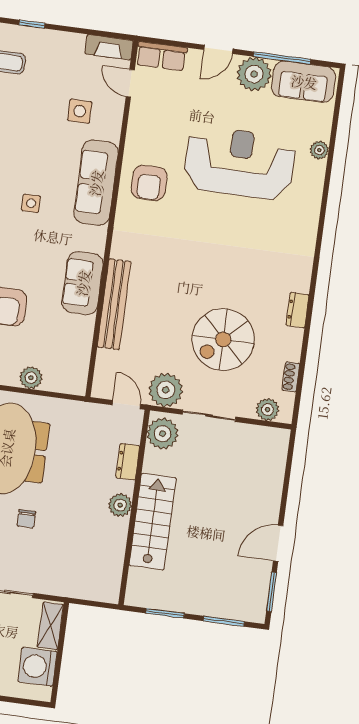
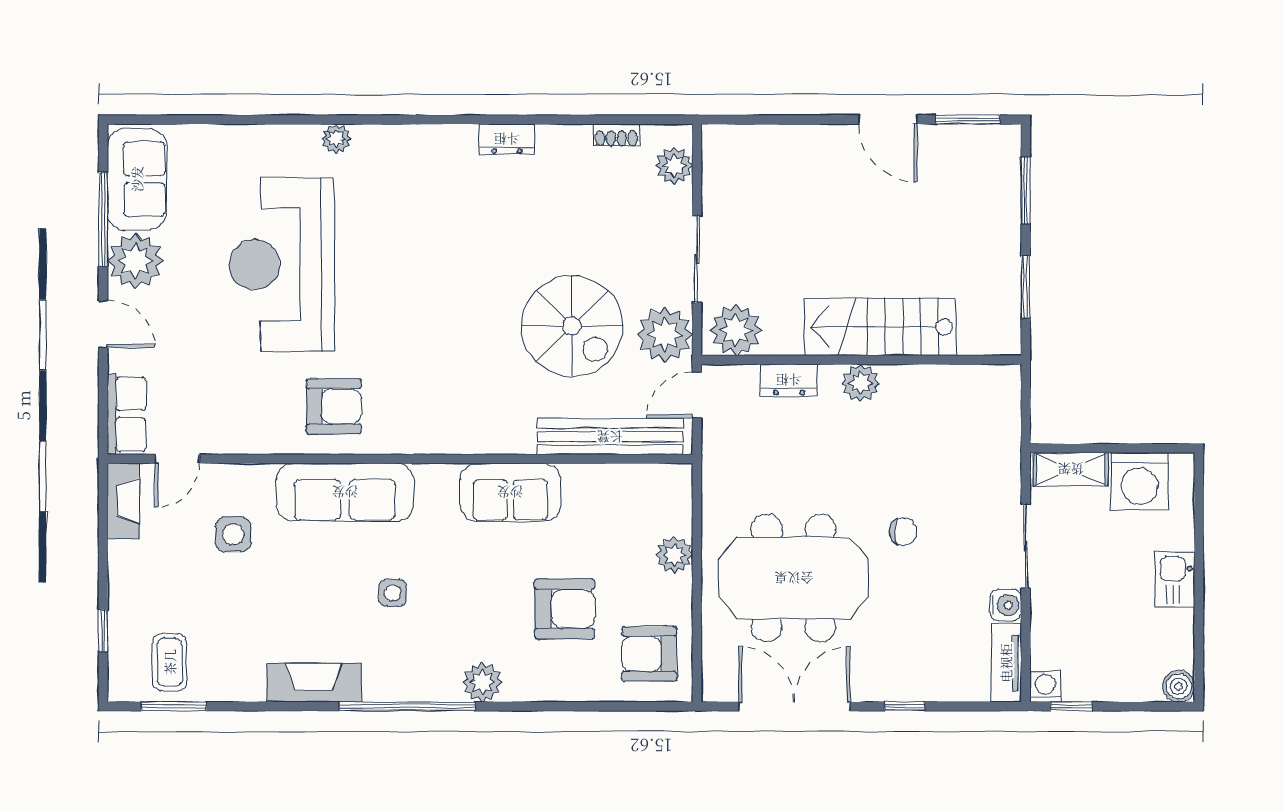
plant: (319, 150) -> (336, 139), moved
bench: (114, 304) -> (610, 437), moved
spiral stairs: (223, 339) -> (572, 326), moved

